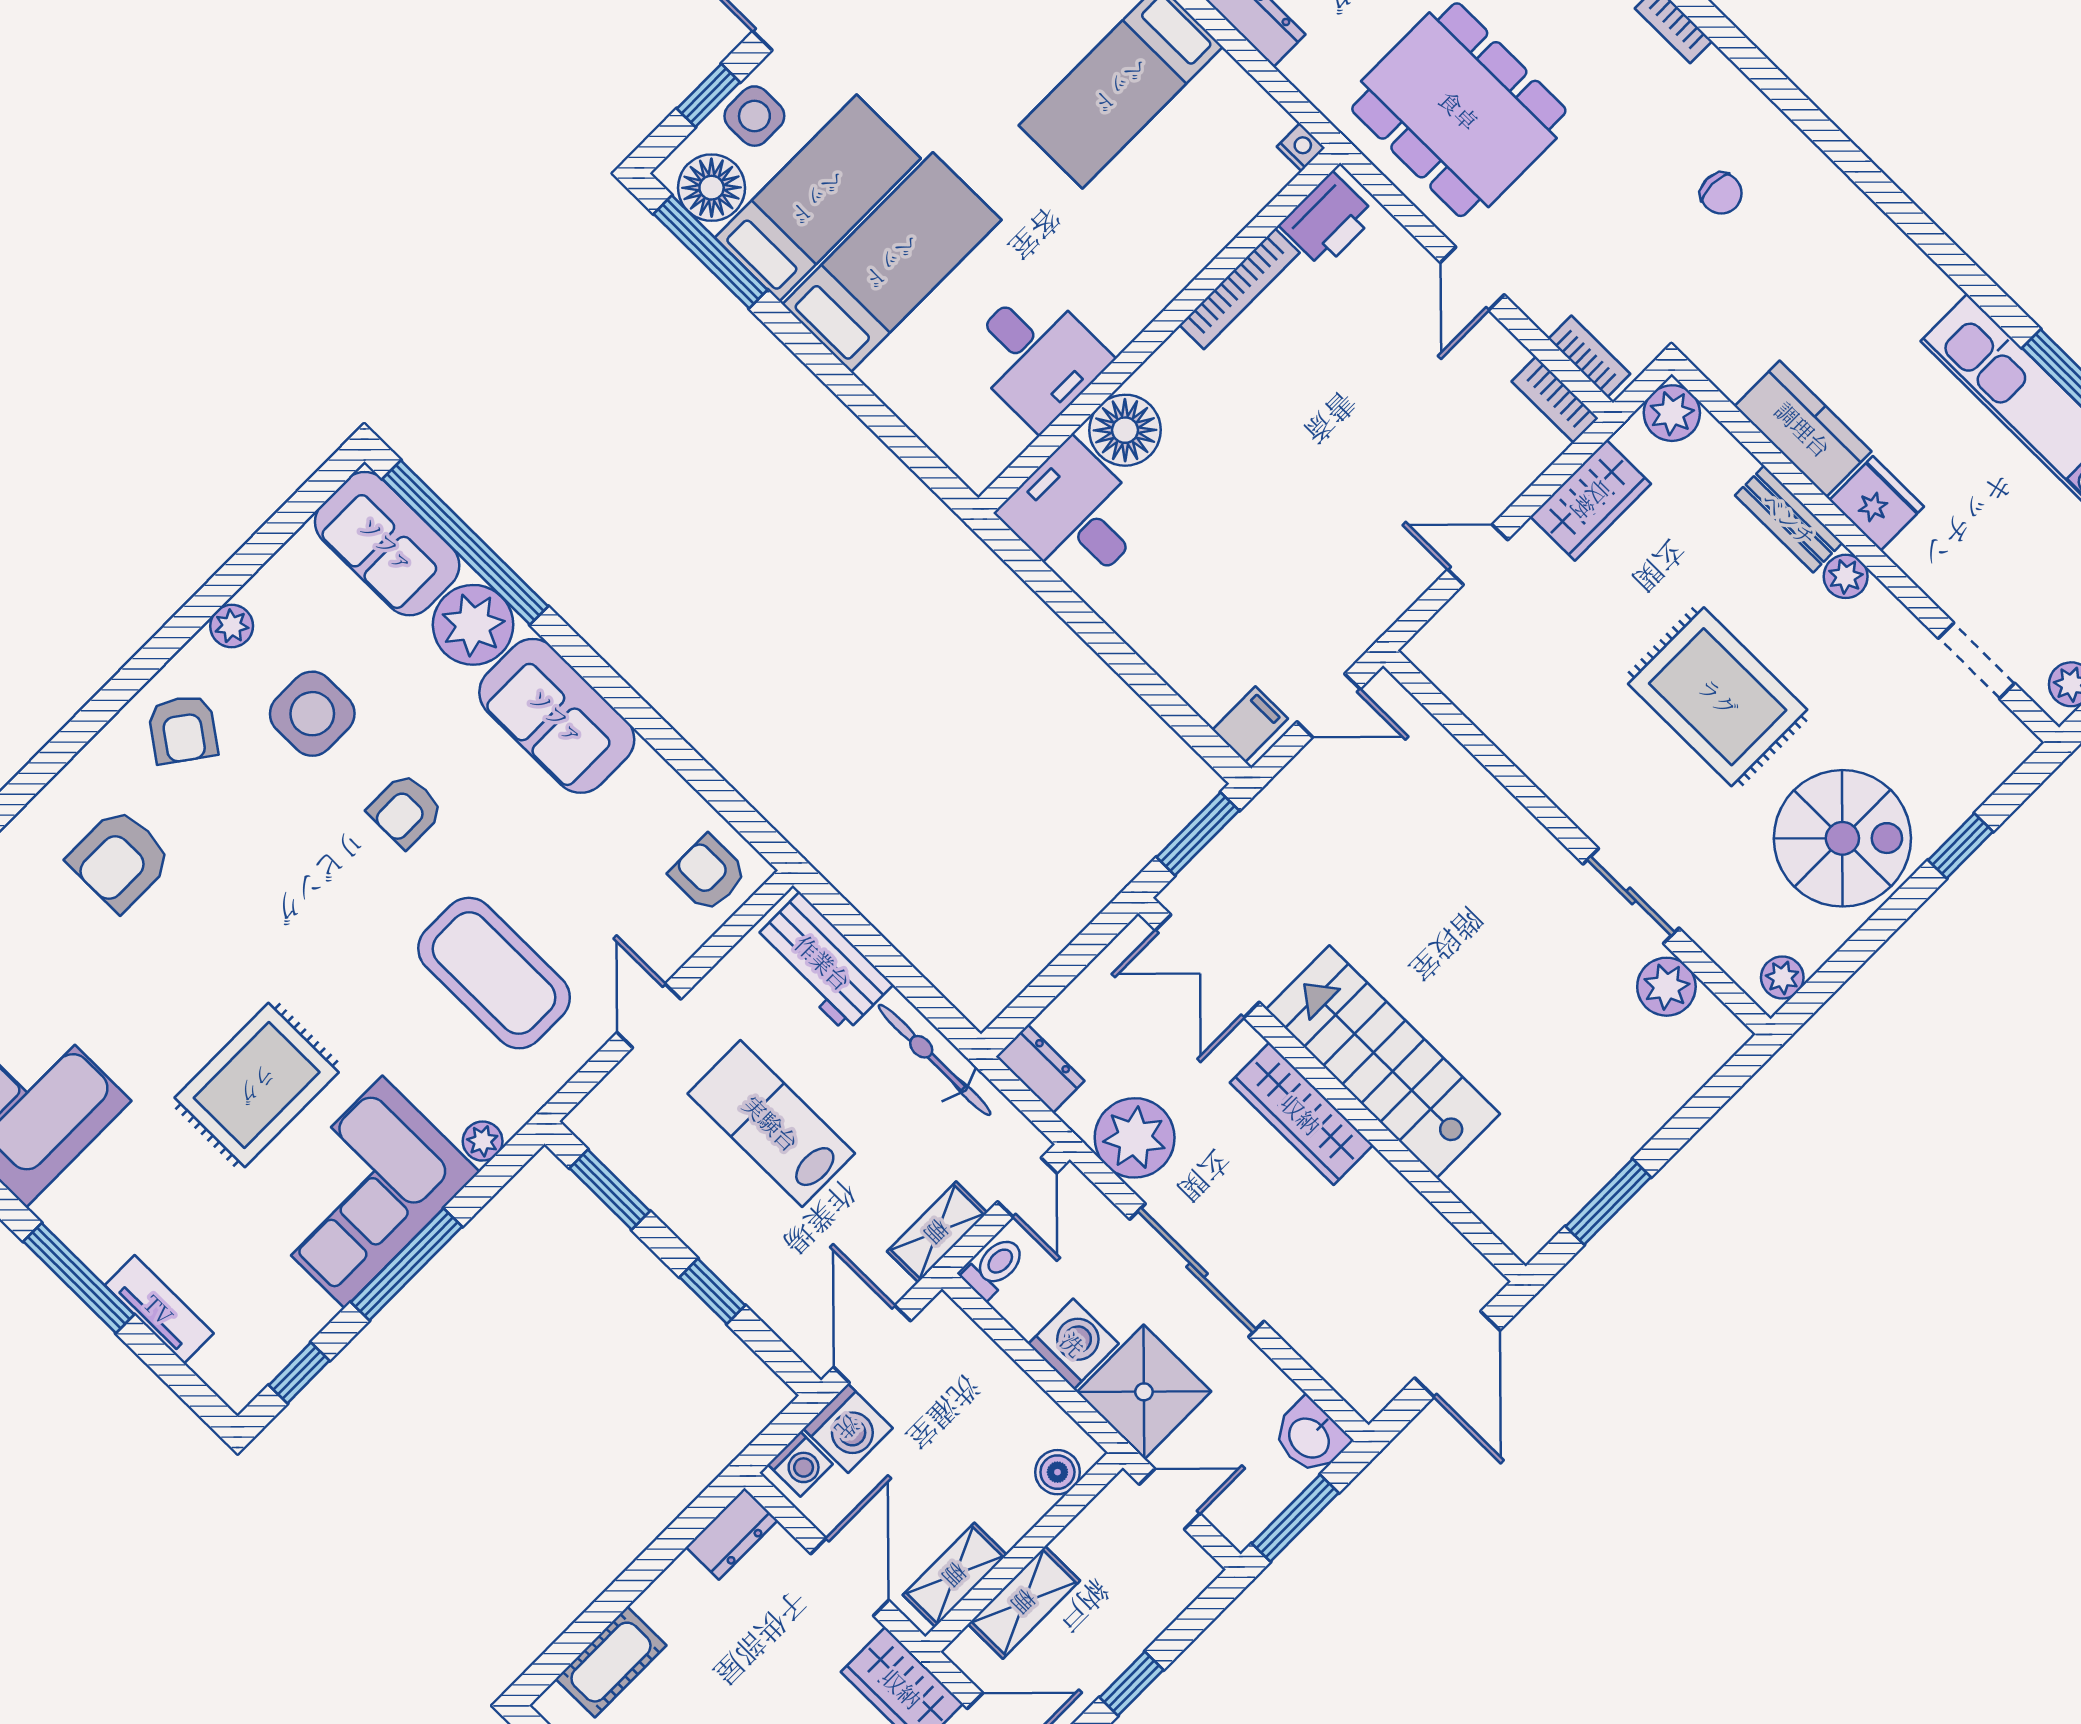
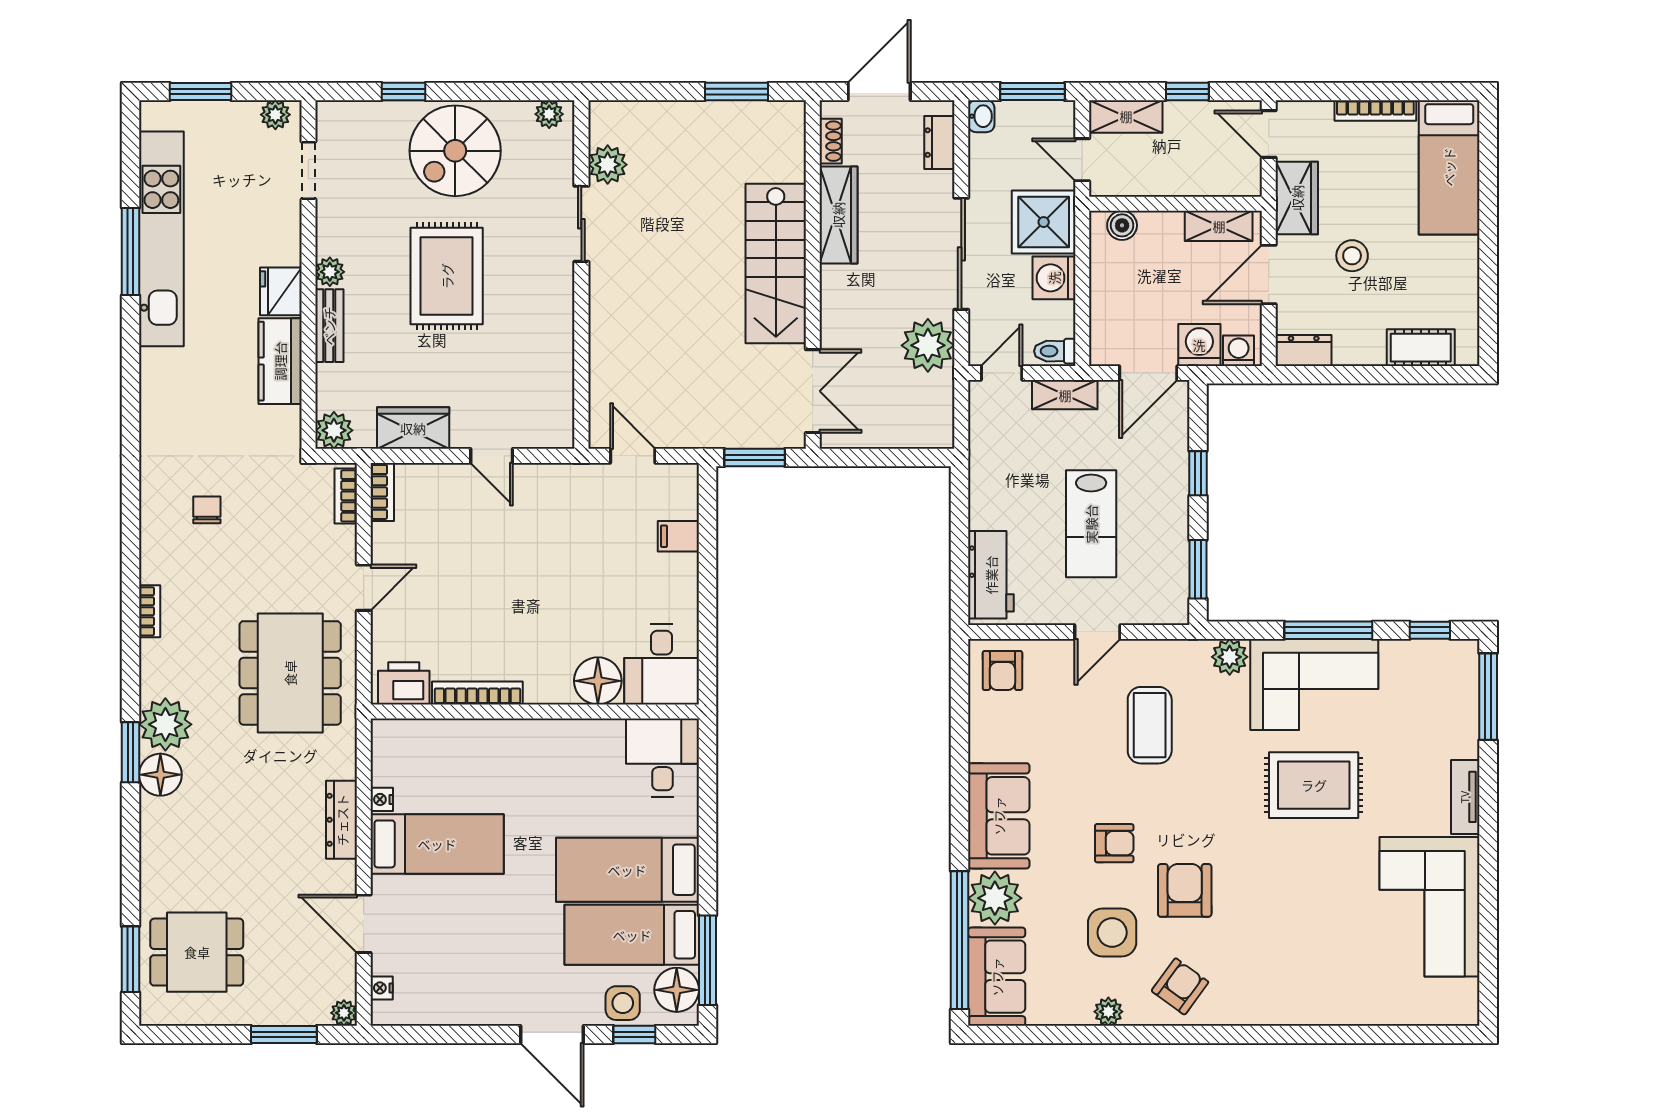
nightstand: (1301, 147) -> (382, 799), moved
desk: (1036, 356) -> (662, 758), moved
filing cabinet: (1250, 724) -> (678, 536), moved
spiral stairs: (1842, 838) -> (455, 151), turned -90
armchair: (120, 860) -> (1185, 890), moved, turned -90
coffee table: (494, 973) -> (1150, 725), width x0.73, depth x0.76
bicycle: (935, 1060) -> (985, 476), removed
dresser: (1040, 1069) -> (939, 143), moved
wardrobe: (1301, 1114) -> (838, 215), moved
plant: (483, 1141) -> (1230, 657), width x1.38, depth x1.38
shoe rack: (1456, 1250) -> (831, 141), added
window: (79, 1278) -> (1488, 697), moved
tv unit: (159, 1309) -> (1465, 797), moved
washbasin: (1310, 1437) -> (981, 116), width x0.72, depth x0.69
shelving: (1024, 1602) -> (1126, 116), moved
stool: (782, 1686) -> (1352, 256), added

